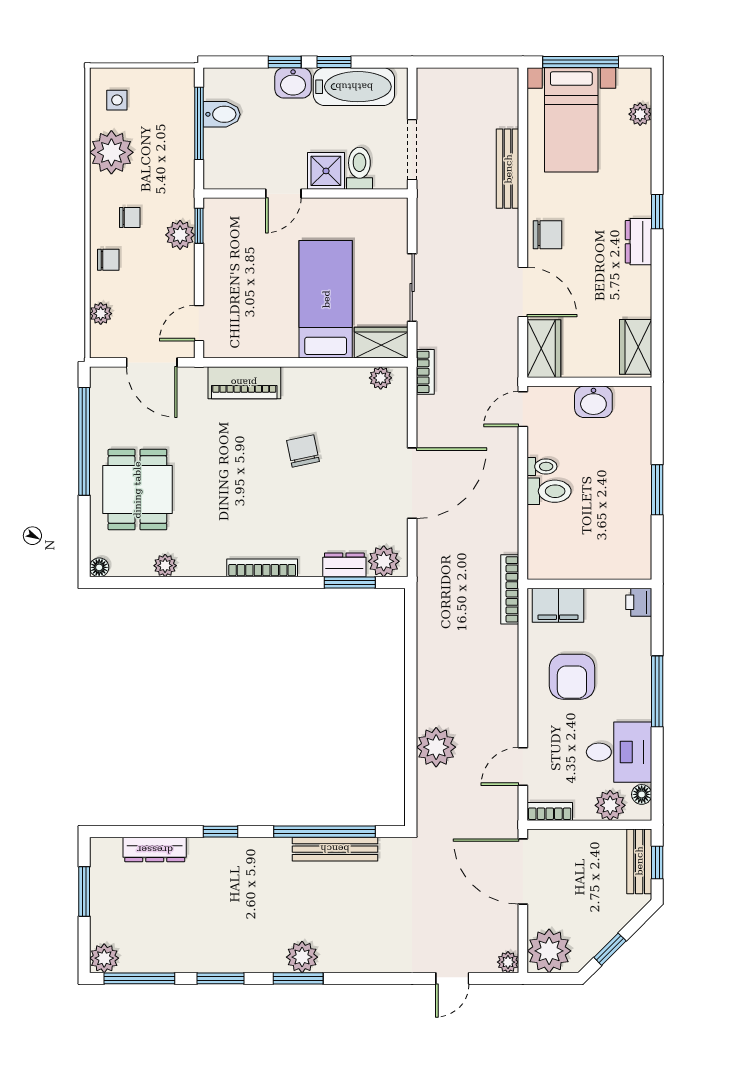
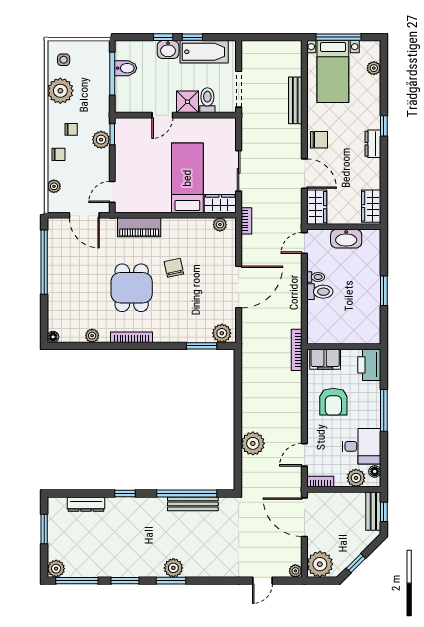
washbasin: (593, 402) -> (346, 239), width x1.38
dining table: (137, 490) -> (132, 288), moved
dresser: (344, 565) -> (198, 335), removed
bookcase: (262, 568) -> (132, 337), moved
printer: (639, 602) -> (369, 365), width x1.87, depth x1.48

